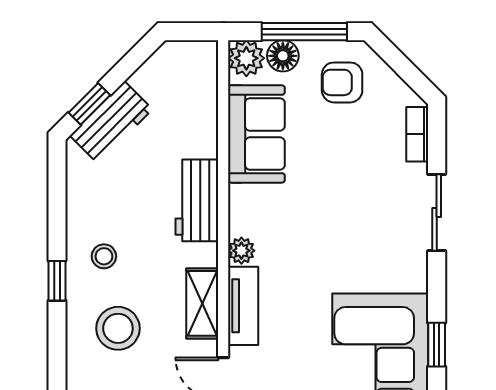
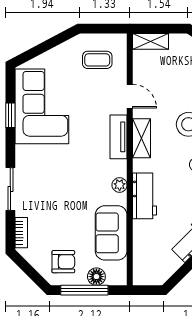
plant: (246, 58) -> (117, 275), removed
plant: (241, 251) -> (120, 185), moved

